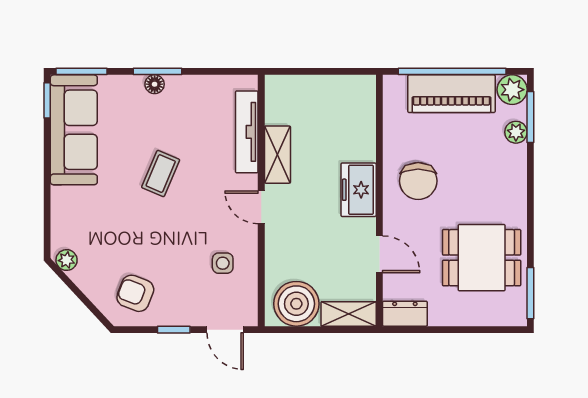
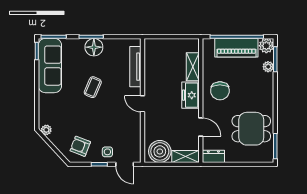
floor lamp: (155, 84) -> (94, 47), width x1.89, depth x1.89
shelving: (277, 155) -> (193, 67), moved
side table: (223, 263) -> (107, 152), moved

